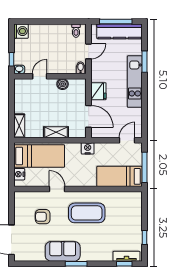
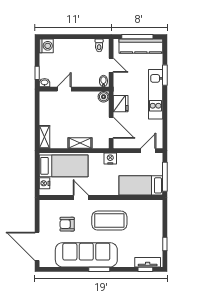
door: (89, 51) -> (111, 65), hinge flipped
boiler: (63, 84) -> (104, 97), moved
sofa: (63, 251) -> (86, 255), width x1.85, depth x1.27

